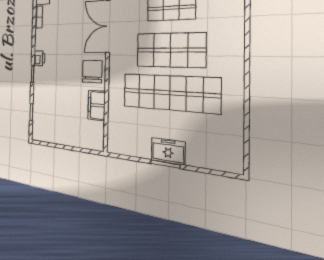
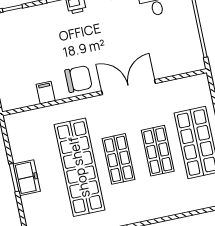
shop shelf: (170, 50) -> (119, 159), width x0.70, depth x0.74
filing cabinet: (97, 105) -> (46, 93), width x0.50

